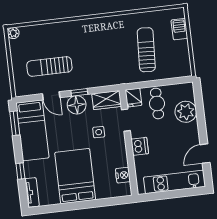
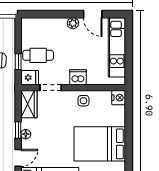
window: (148, 84) -> (18, 62), added
floor lamp: (77, 105) -> (26, 134), width x0.53, depth x0.53
plant: (186, 112) -> (73, 23), moved, width x0.53, depth x0.53
side table: (99, 132) -> (83, 101), moved
nightstand: (123, 175) -> (119, 98), moved, turned 90

